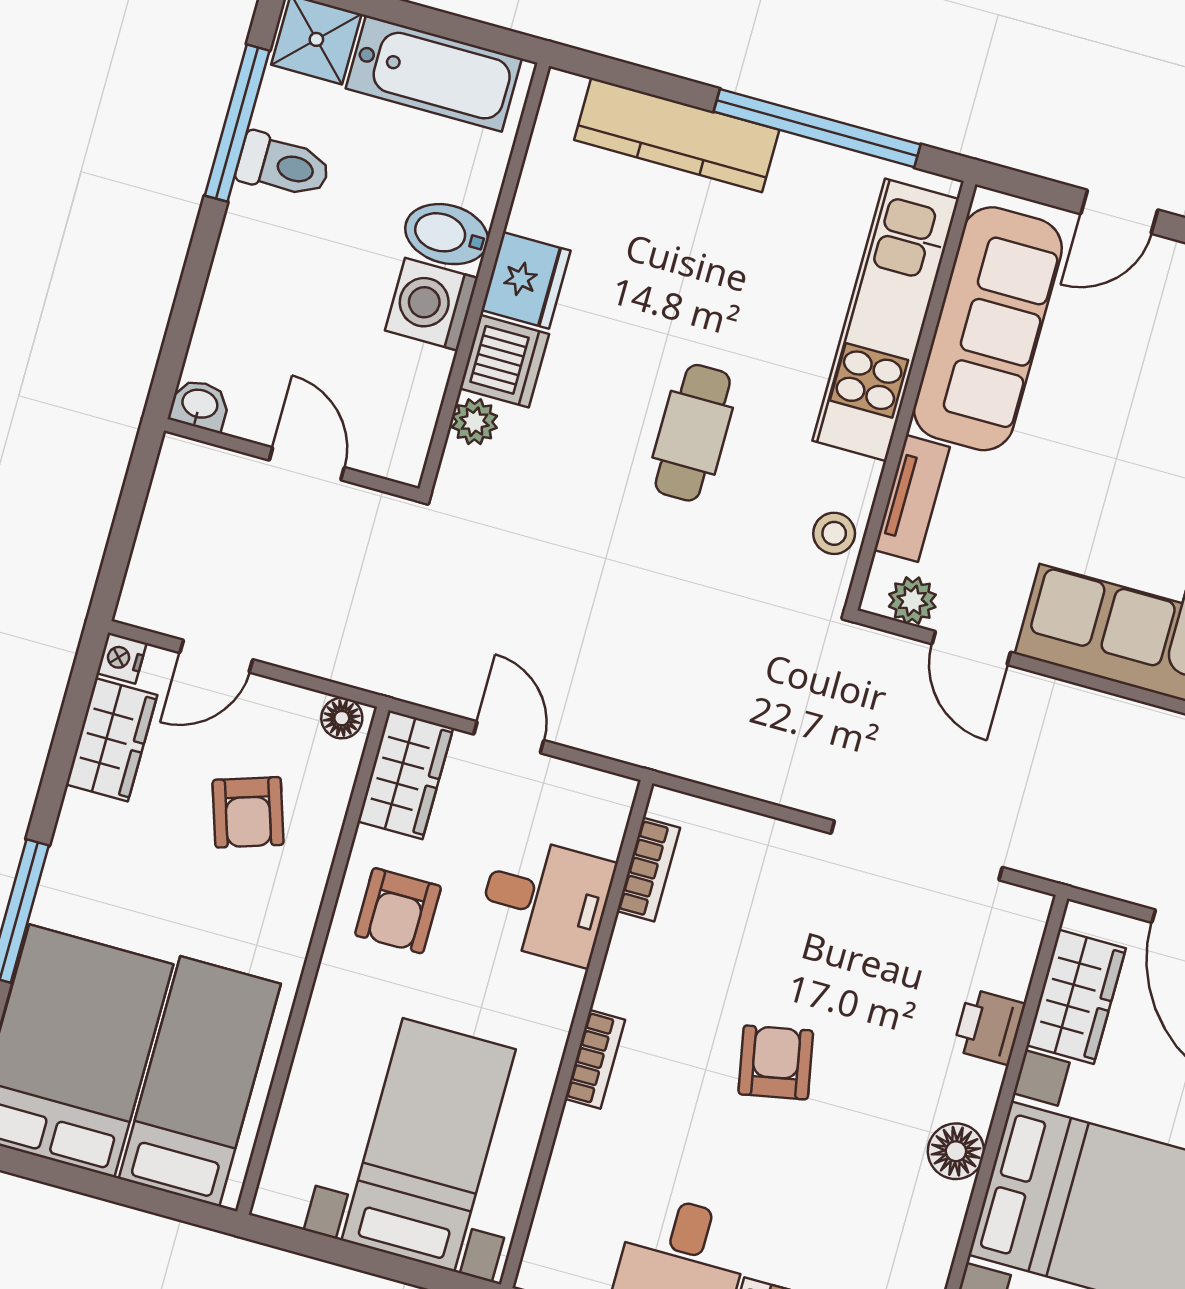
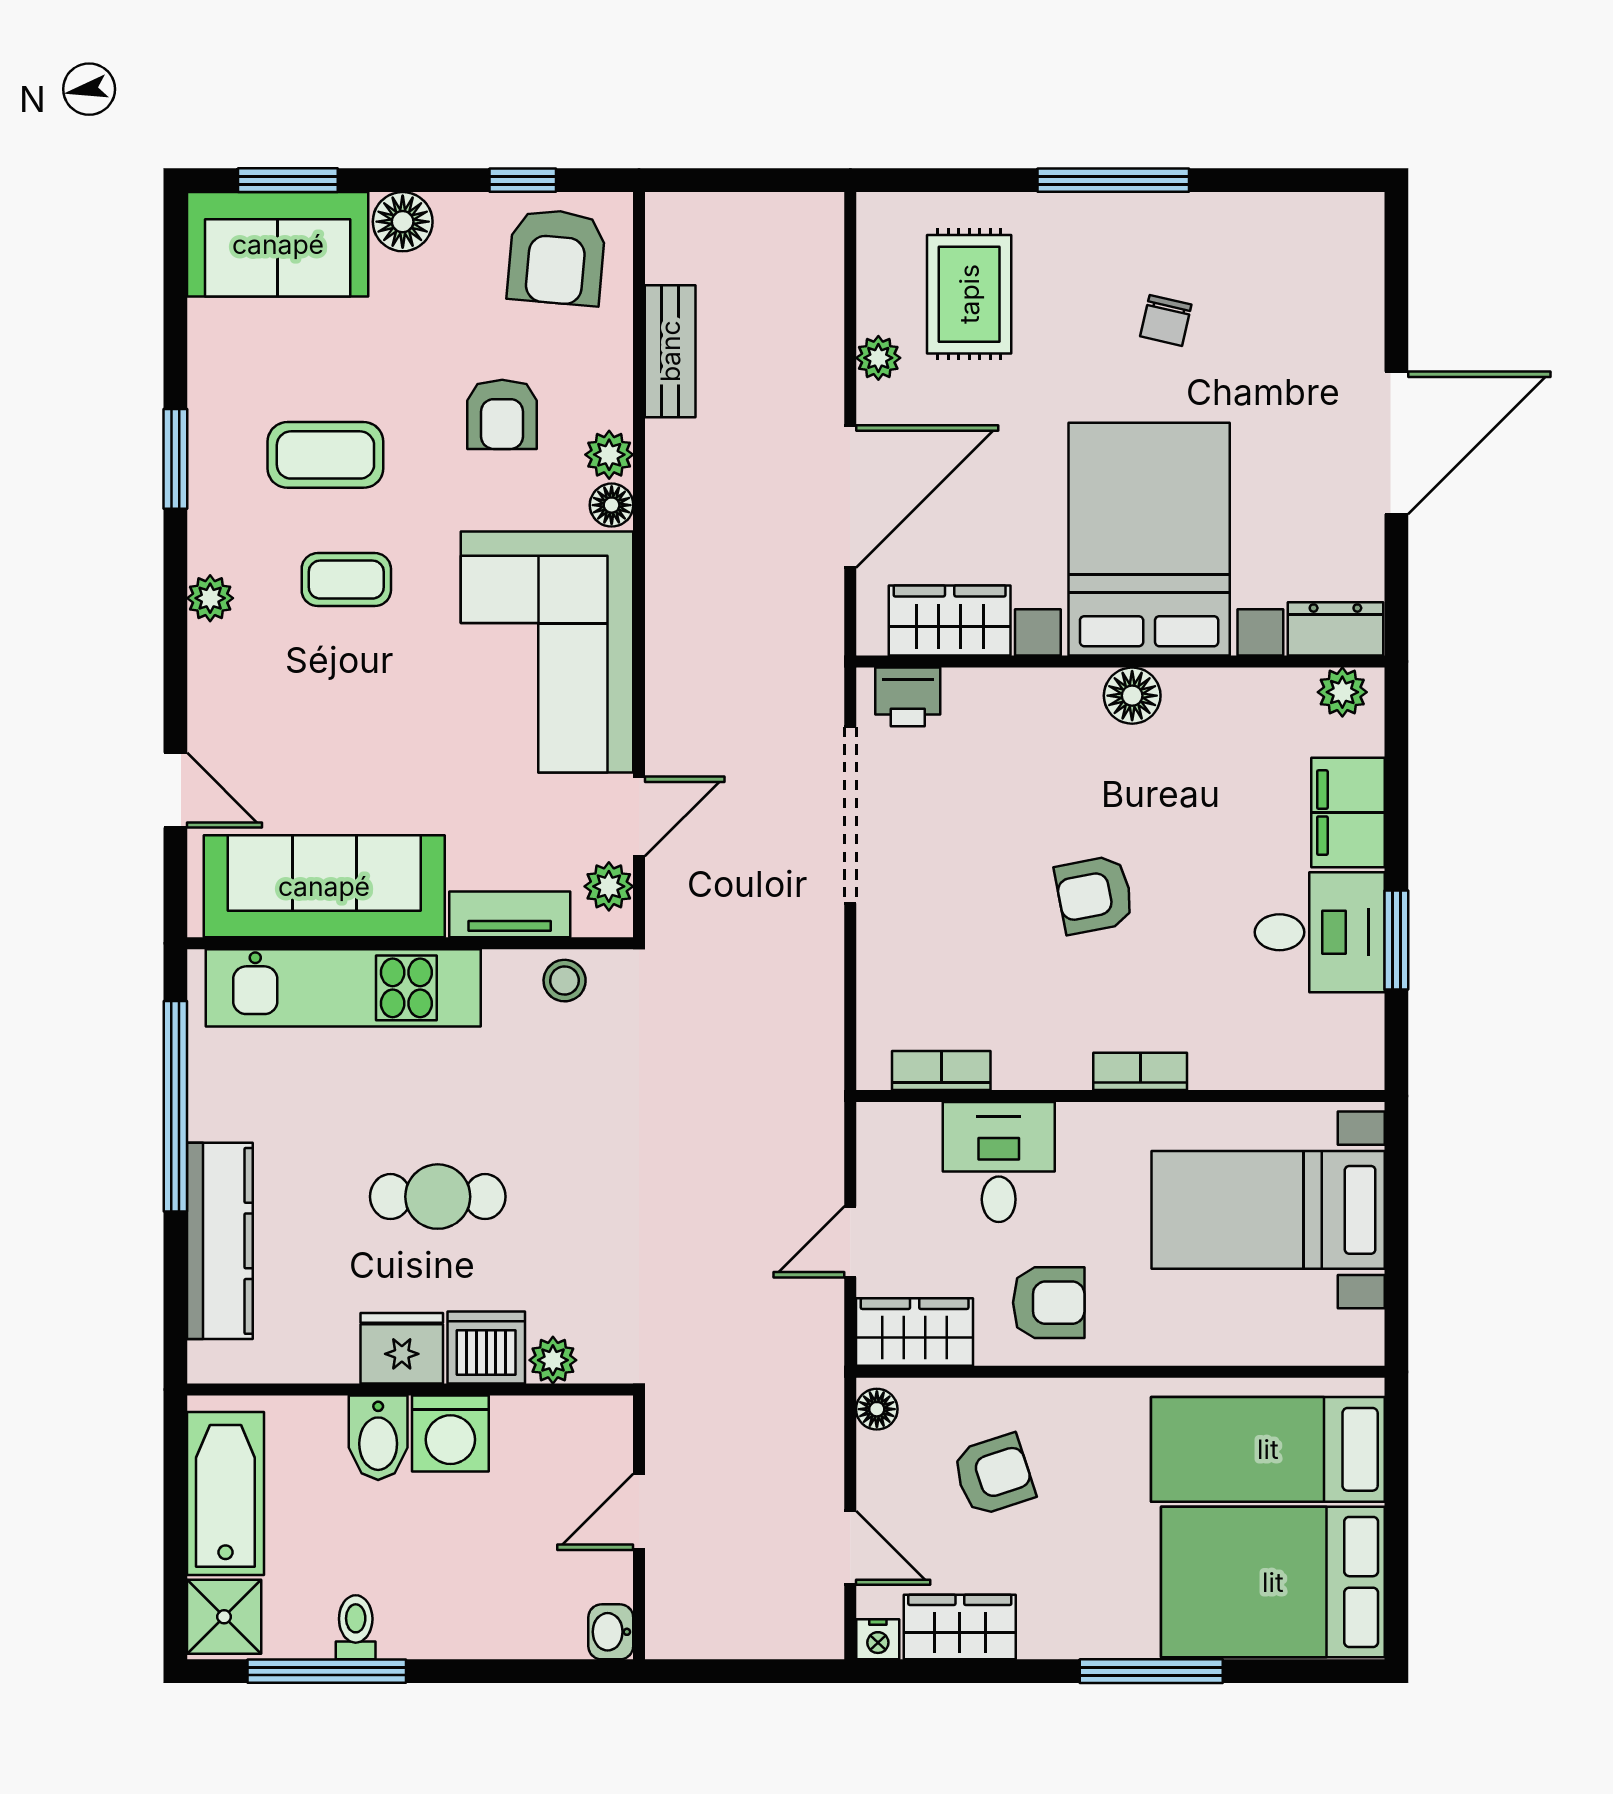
toilet: (283, 166) -> (356, 1627), width x0.73, depth x0.72
cafe table: (693, 433) -> (438, 1197), moved
printer: (989, 1027) -> (908, 697), moved

